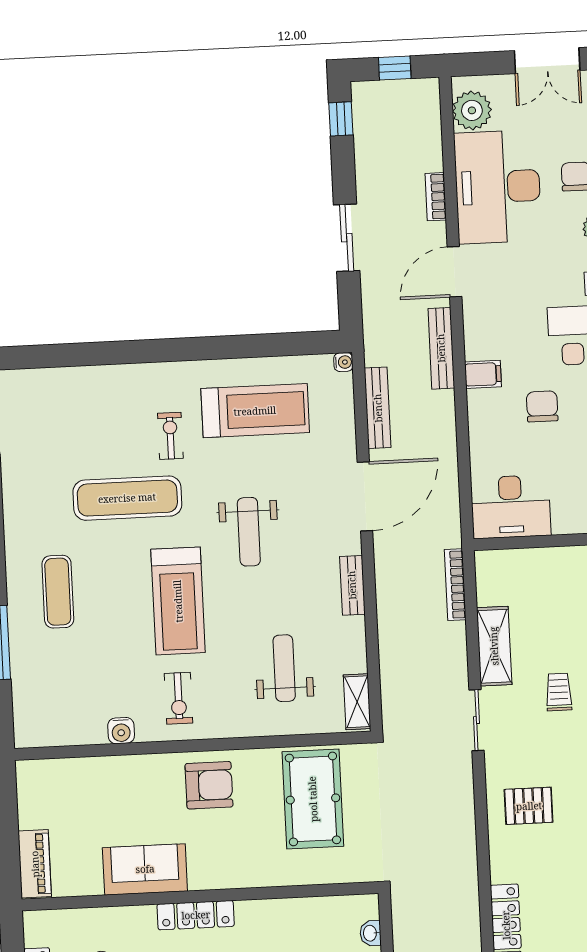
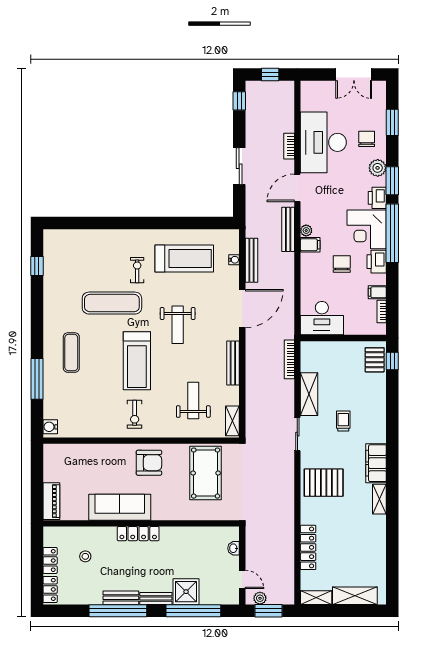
plant: (472, 110) -> (306, 231), moved, width x0.53, depth x0.53
water cooler: (343, 362) -> (234, 260), moved
bench: (352, 585) -> (233, 363), width x1.36
water cooler: (121, 731) -> (50, 427), moved, turned 90
pallet: (529, 806) -> (324, 483), width x1.50, depth x1.42
sofa: (145, 869) -> (120, 507), width x1.36

